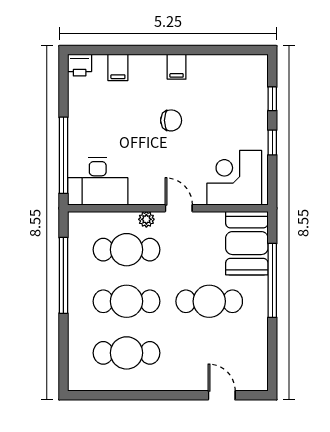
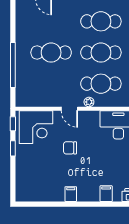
window: (272, 99) -> (13, 124), moved
chair: (171, 120) -> (70, 148), moved
booth: (247, 243) -> (28, 88), removed

